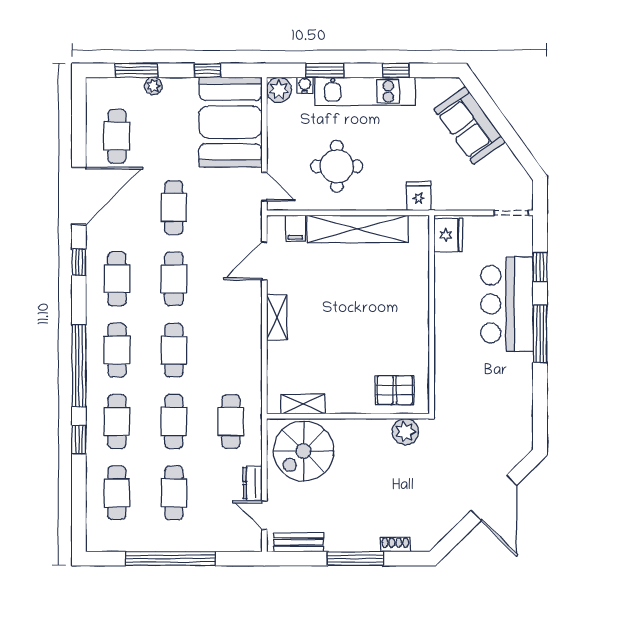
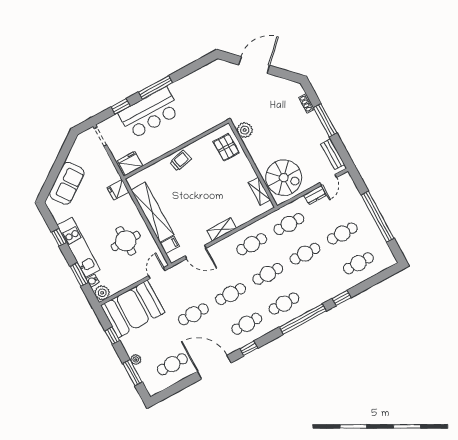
trolley: (412, 312) -> (180, 161), added
cafe table: (117, 421) -> (252, 244), moved

